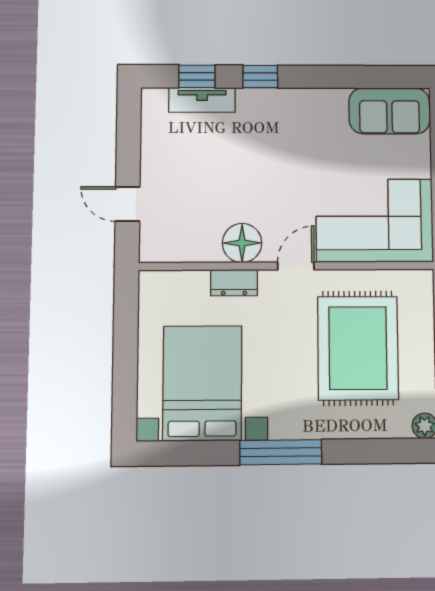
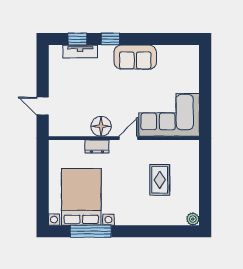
sofa: (389, 111) -> (135, 57), moved
rug: (358, 348) -> (160, 180), width x0.54, depth x0.49
window: (281, 452) -> (91, 231), moved

